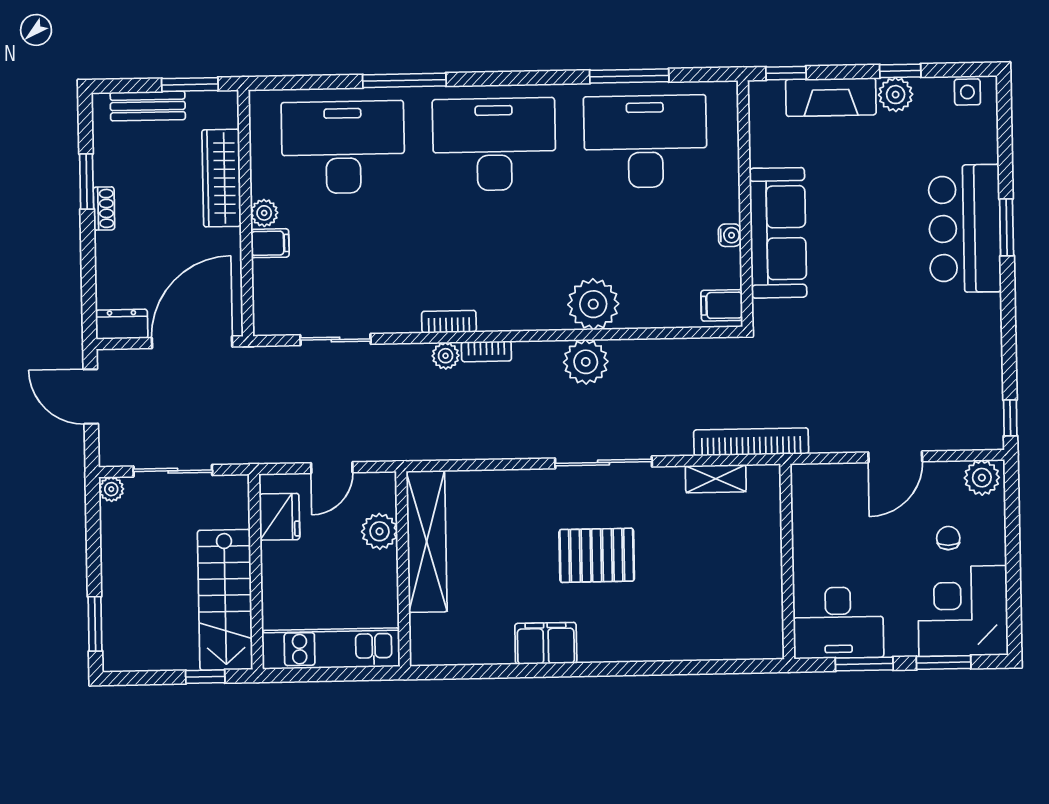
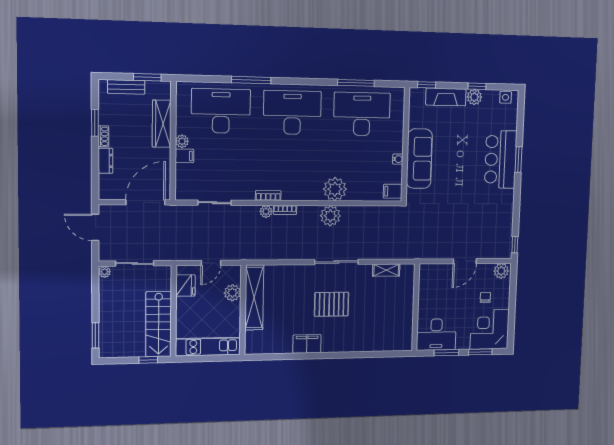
dresser: (122, 324) -> (105, 161), moved, turned 90
bookcase: (751, 442) -> (403, 254), removed

